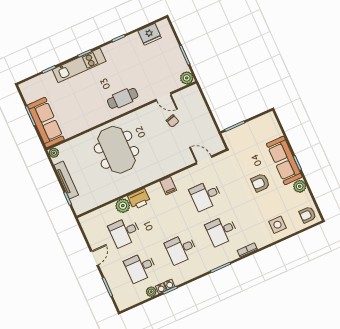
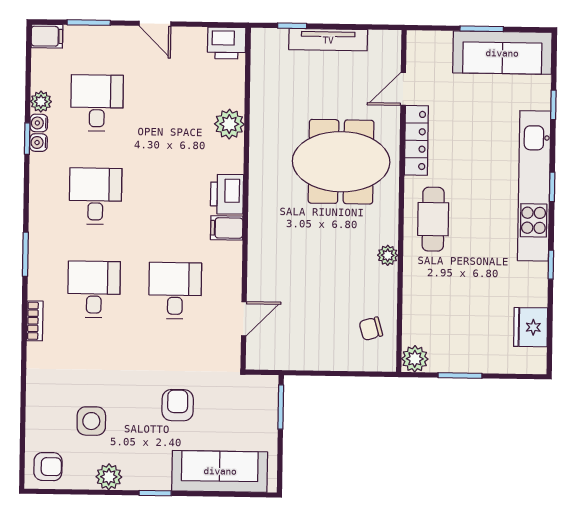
kitchen unit: (79, 65) -> (534, 186), width x1.36
door: (163, 97) -> (403, 89), moved
chair: (173, 121) -> (371, 329), moved
sofa: (46, 122) -> (502, 53), moved
locker: (92, 122) -> (416, 140), added
plant: (54, 153) -> (388, 255), moved
sofa: (284, 160) -> (220, 471), moved
armchair: (260, 183) -> (178, 405), moved
printer: (139, 199) -> (227, 194), moved
armchair: (308, 215) -> (48, 467), turned 90
printer: (88, 223) -> (227, 43), added
side table: (277, 225) -> (91, 421), moved
desk: (125, 232) -> (178, 104), removed
filing cabinet: (122, 302) -> (47, 36), added

